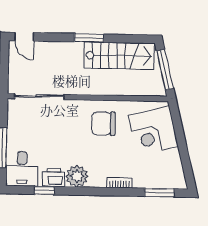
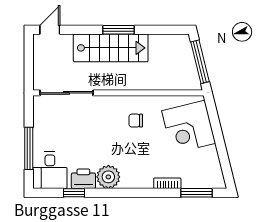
door: (24, 37) -> (50, 30), swing flipped
stairs: (119, 56) -> (111, 48), moved
chair: (104, 124) -> (136, 121), width x0.54, depth x0.54
bookcase: (119, 183) -> (167, 183), moved

